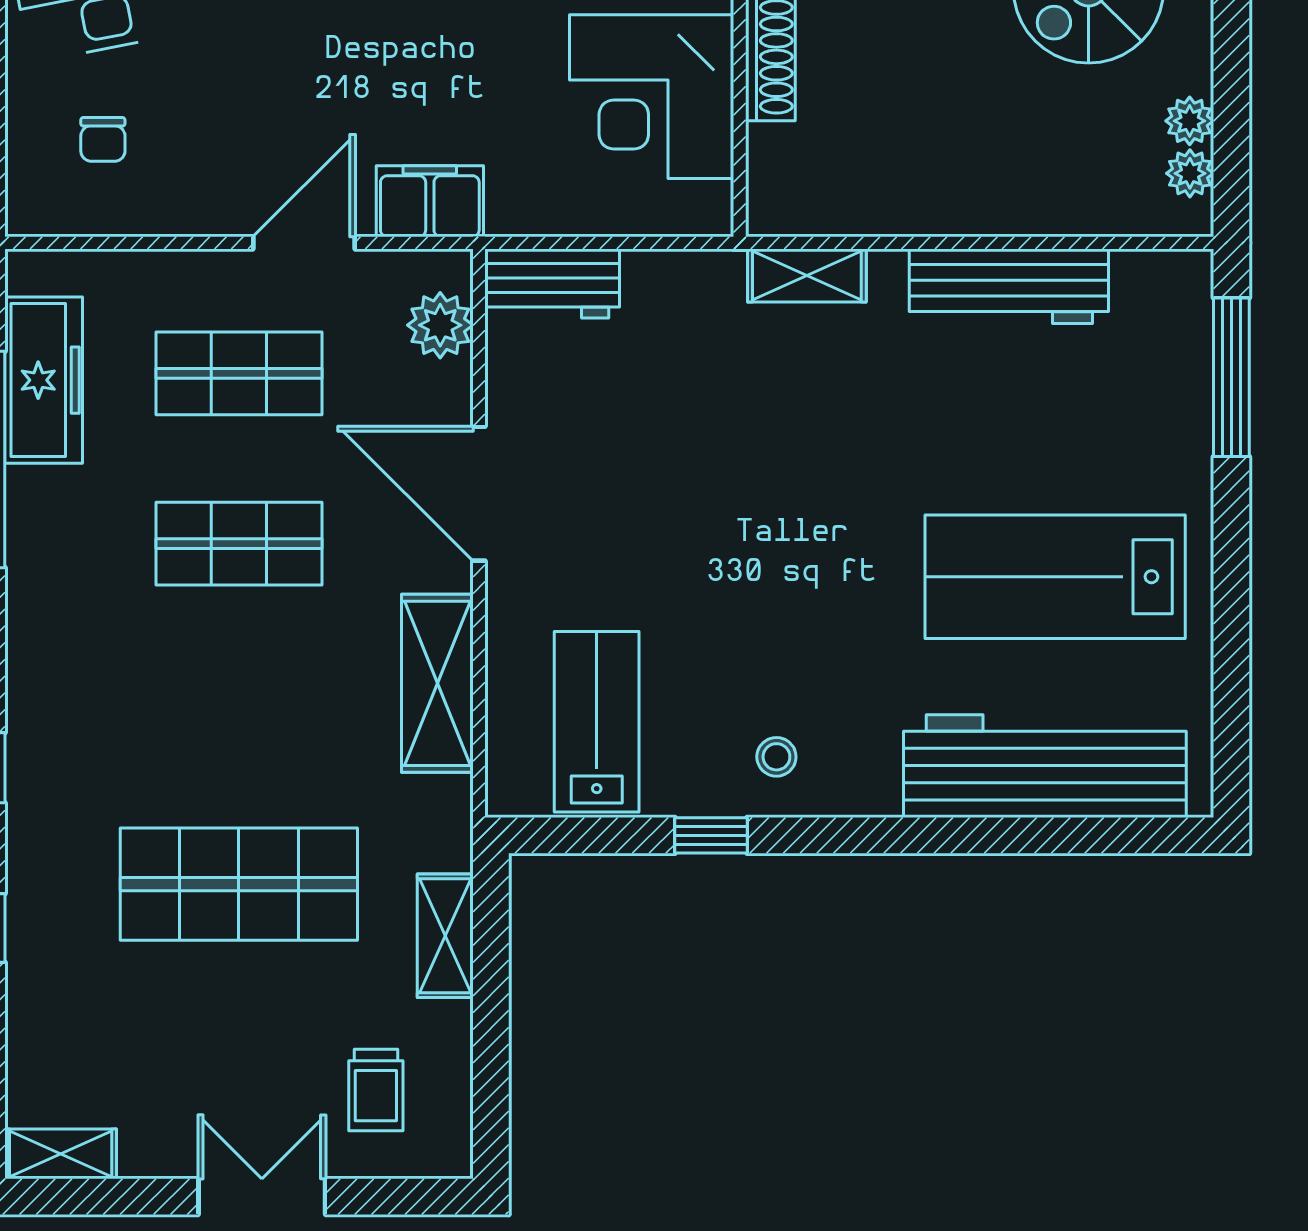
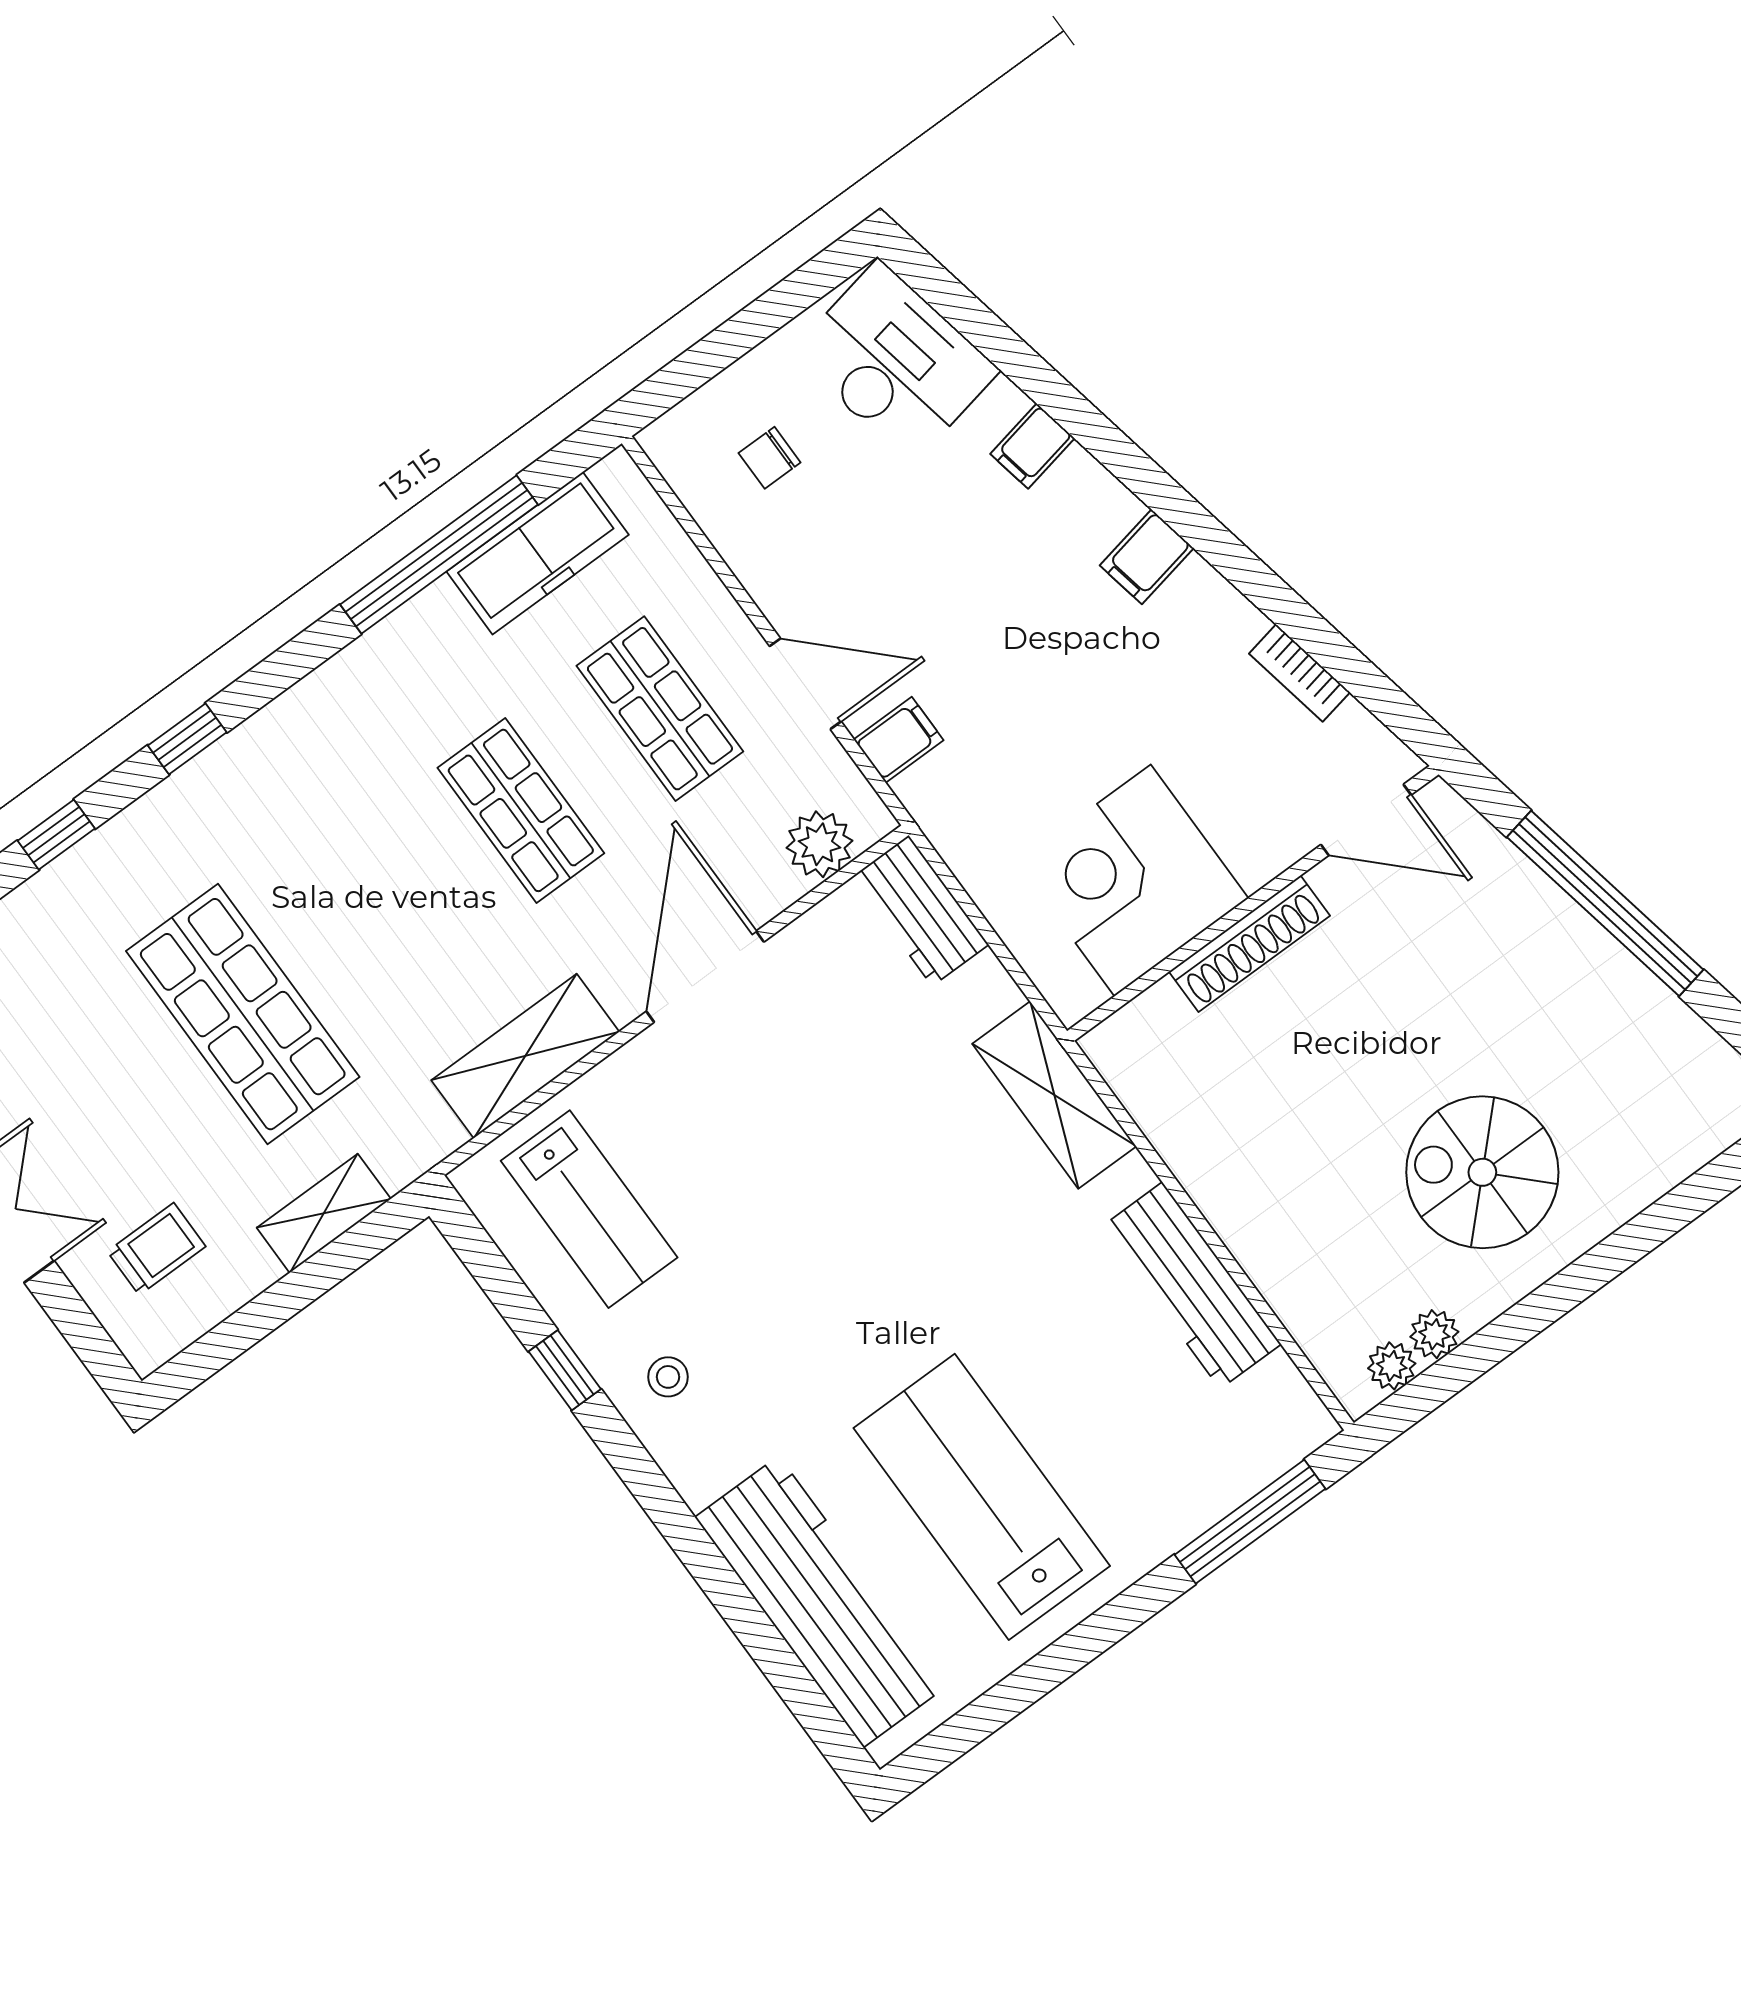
filing cabinet: (430, 201) -> (899, 740), width x0.50
shelving: (807, 275) -> (1054, 1095), width x1.50, depth x1.33
lab bench: (597, 722) -> (589, 1209), turned 90
trolley: (376, 1090) -> (156, 1249), turned 180

